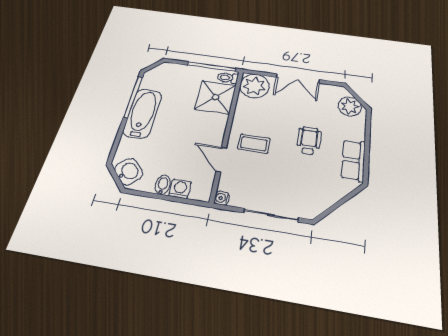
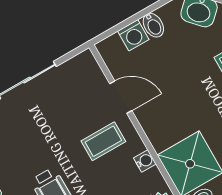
water cooler: (222, 198) -> (145, 161), moved

